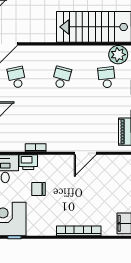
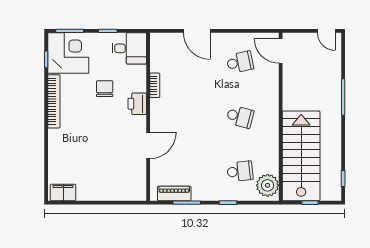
door: (85, 153) -> (148, 145), swing flipped
printer: (28, 162) -> (137, 104), moved
bookcase: (79, 231) -> (54, 101), moved

